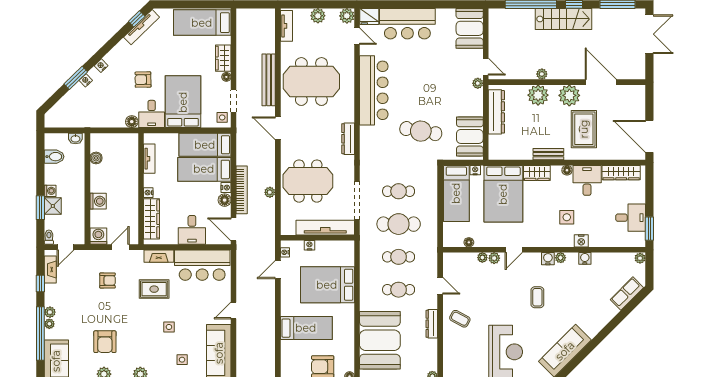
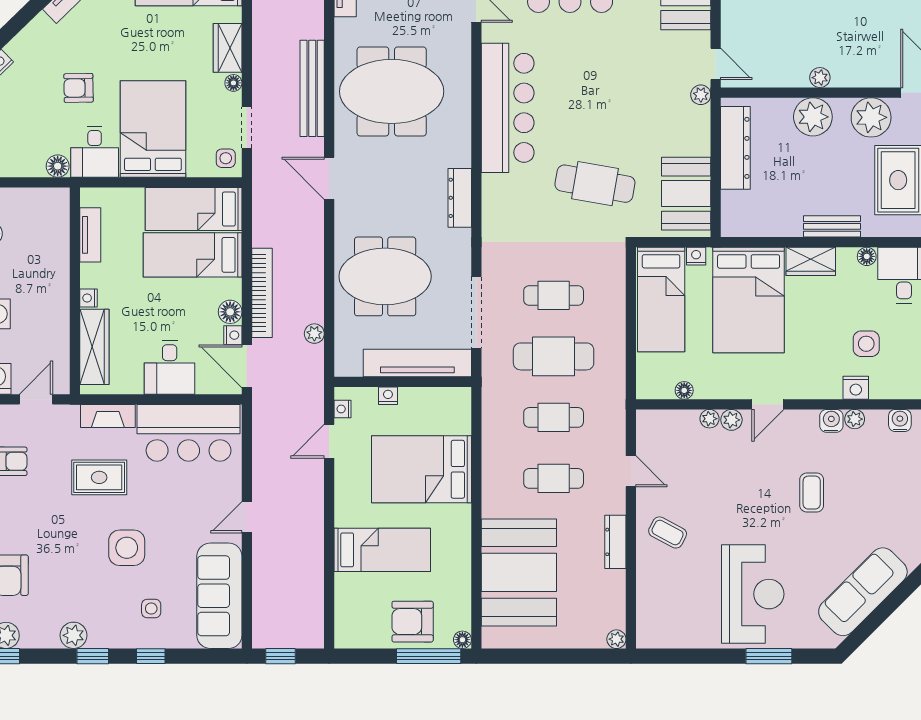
nightstand: (226, 188) -> (233, 335), moved
plant: (270, 192) -> (314, 334), moved
nightstand: (581, 241) -> (856, 388), moved
side table: (169, 327) -> (127, 548), width x1.87, depth x1.87

